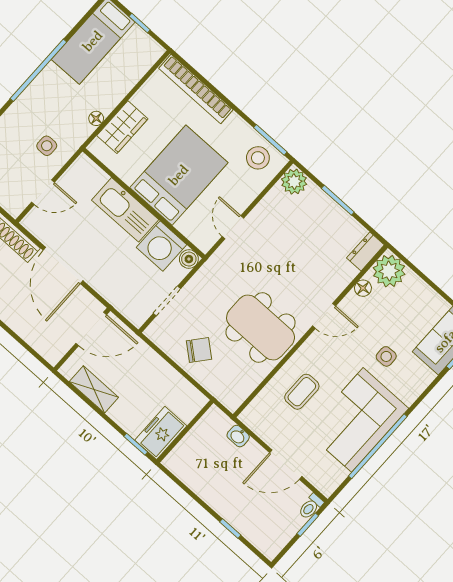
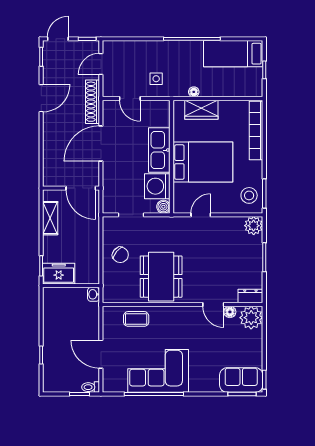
door: (324, 316) -> (213, 304), moved
side table: (386, 356) -> (205, 356), removed
coffee table: (302, 392) -> (136, 319), moved
washbasin: (238, 436) -> (93, 294), moved

